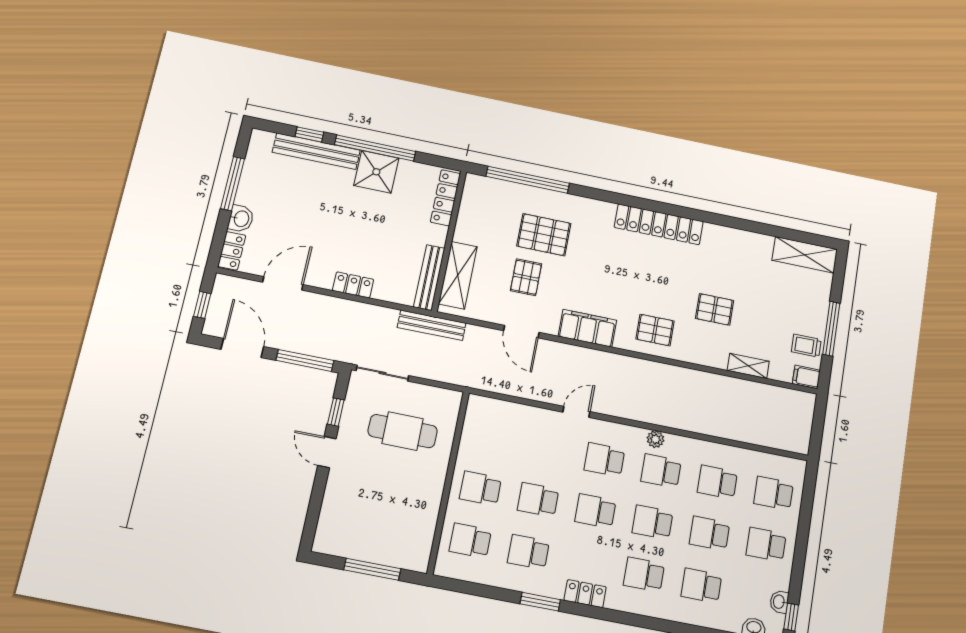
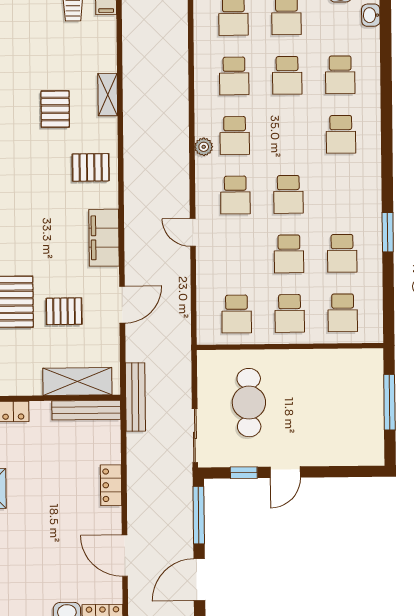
pallet: (655, 330) -> (91, 167), turned 90
shelving: (748, 366) -> (108, 95), moved
school desk: (653, 522) -> (237, 314), moved
locker: (585, 594) -> (371, 189), removed

